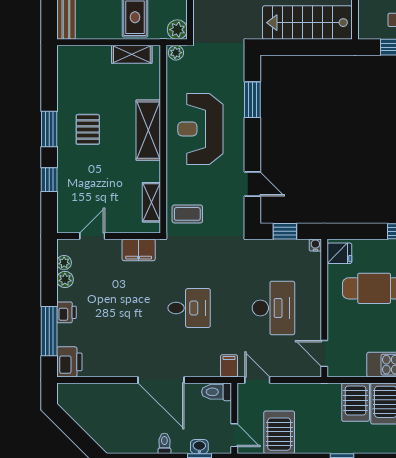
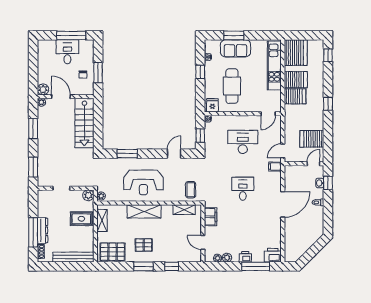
pallet: (76, 73) -> (112, 252), added
toilet: (216, 392) -> (289, 174), removed

